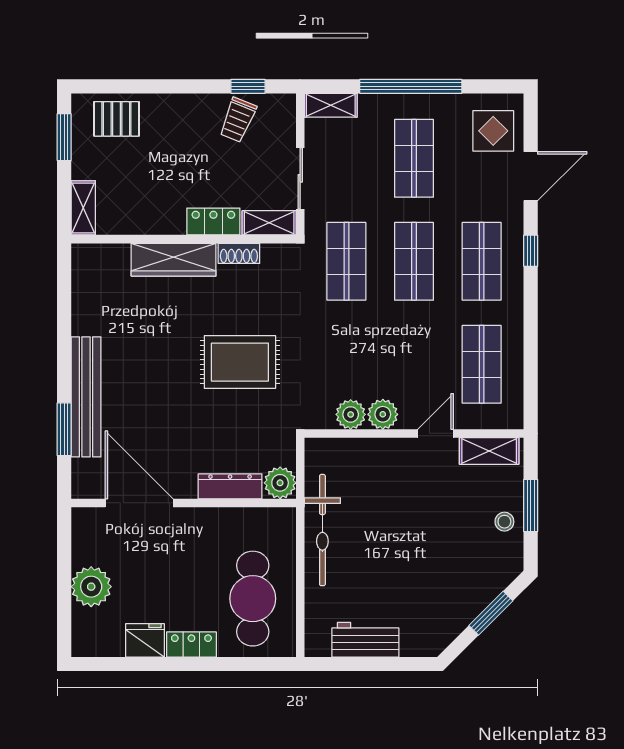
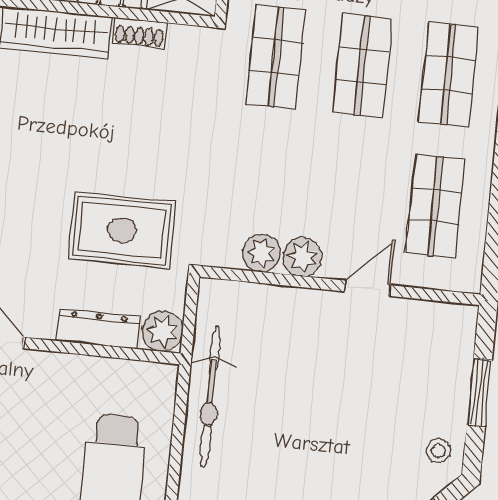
rug: (240, 362) -> (122, 230), moved
shelving: (489, 451) -> (433, 318), removed
stool: (504, 522) -> (438, 451), moved

